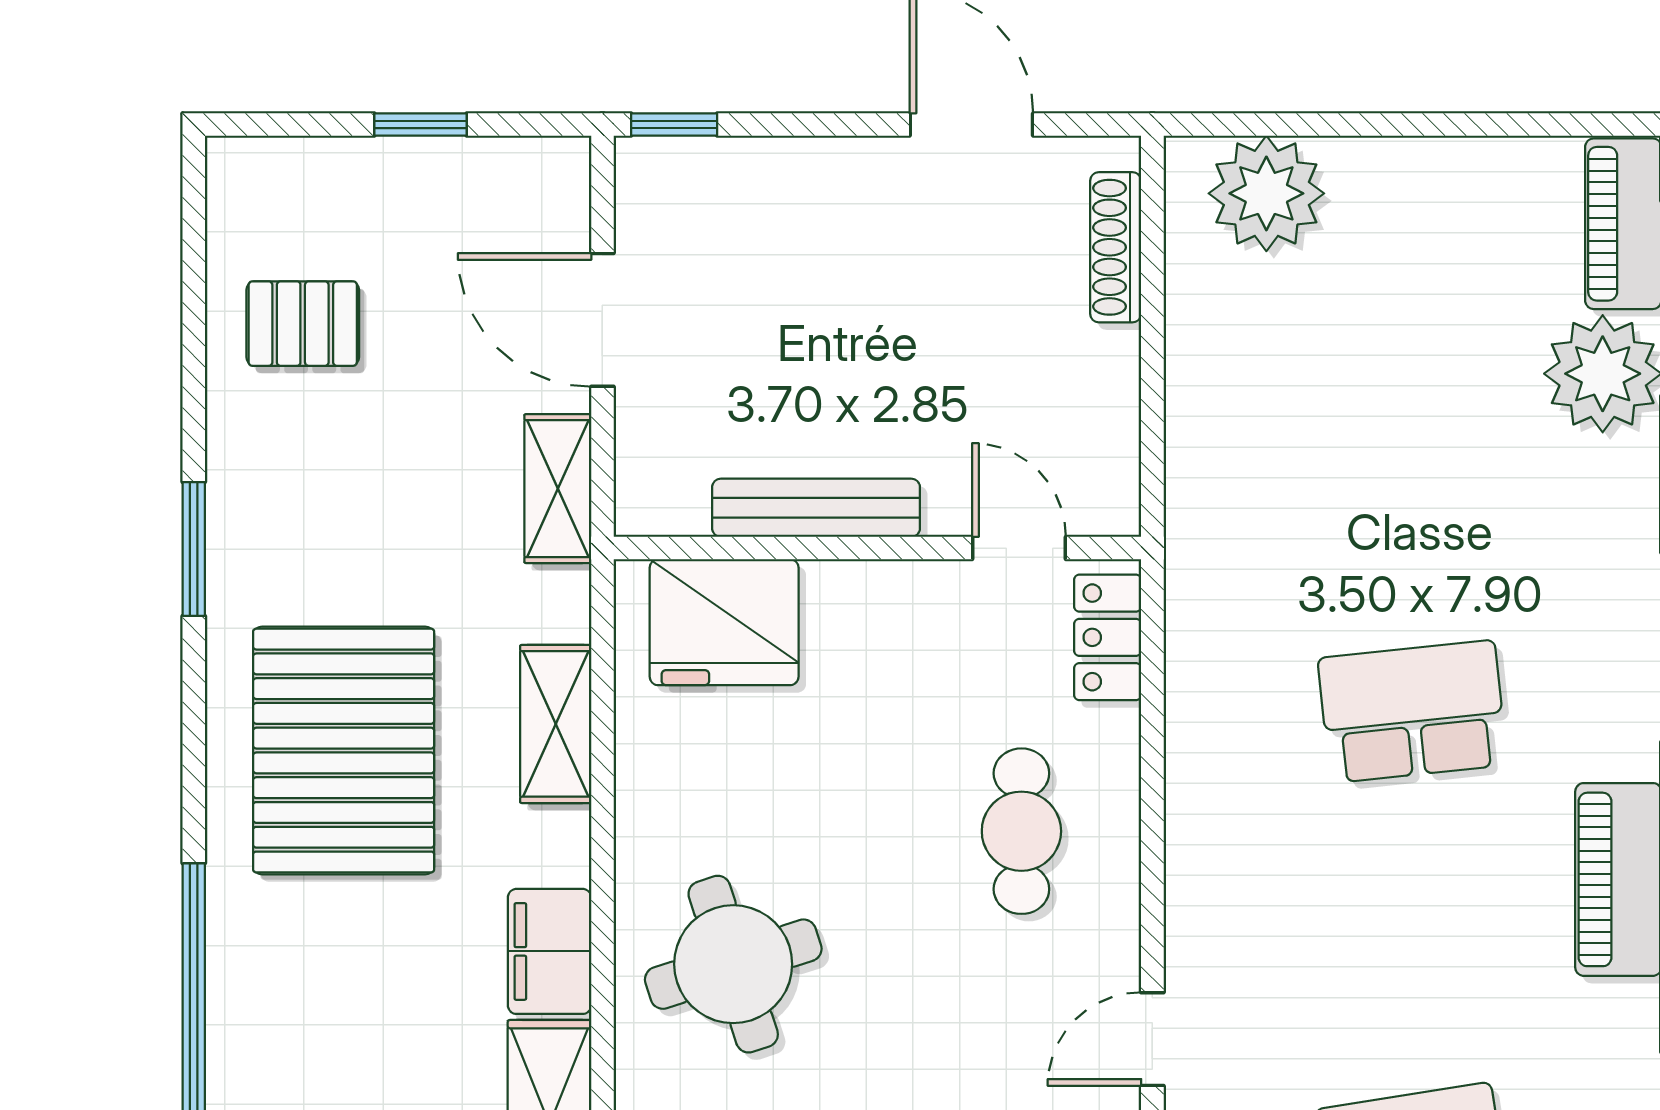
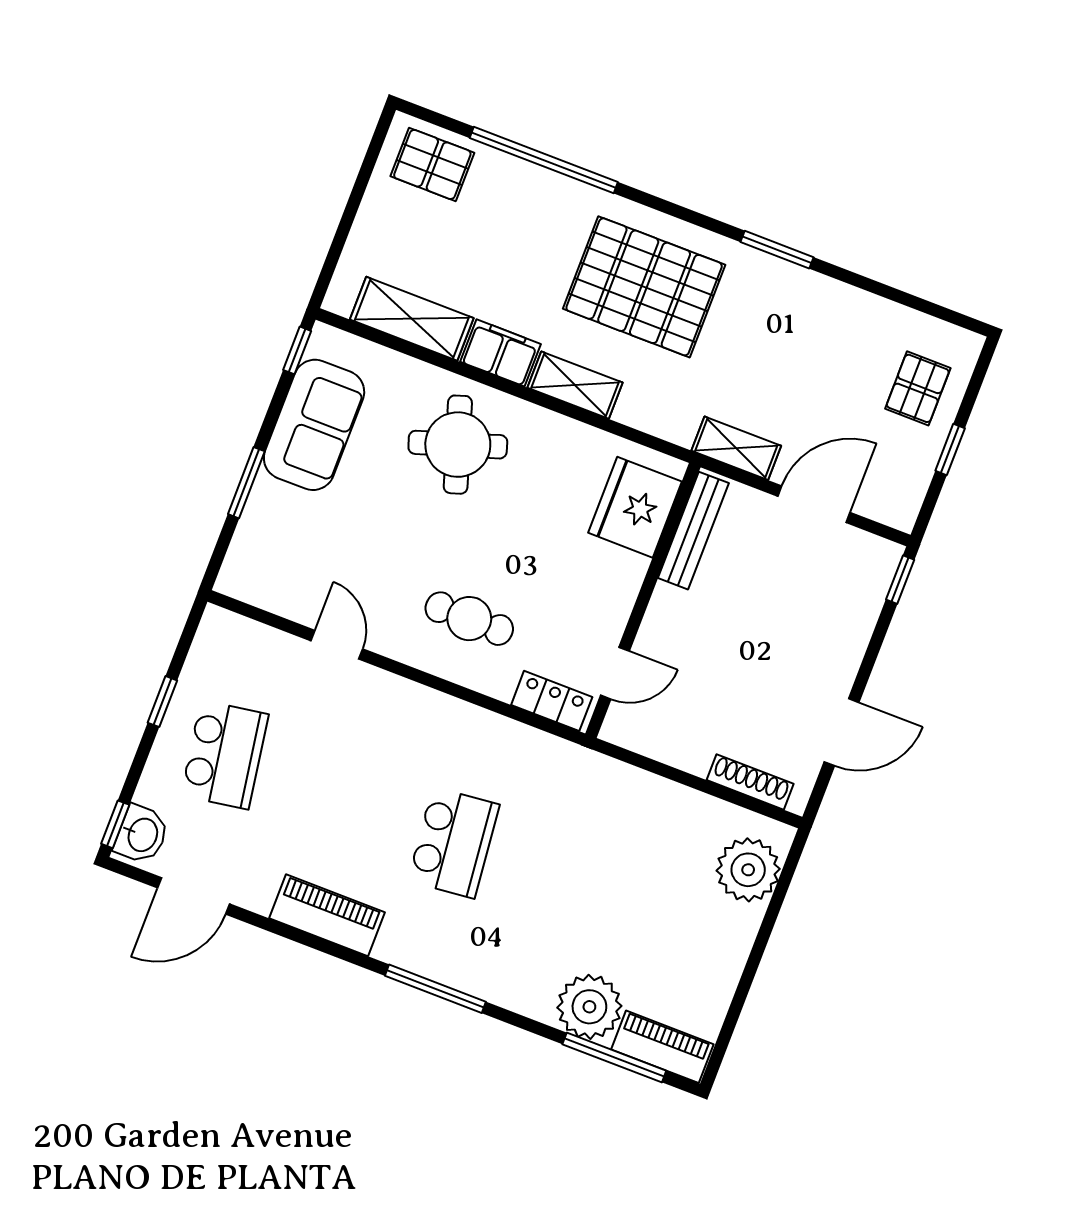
pallet: (303, 324) -> (918, 388), moved
bench: (816, 508) -> (693, 531), moved
shelving: (556, 724) -> (575, 385), moved

